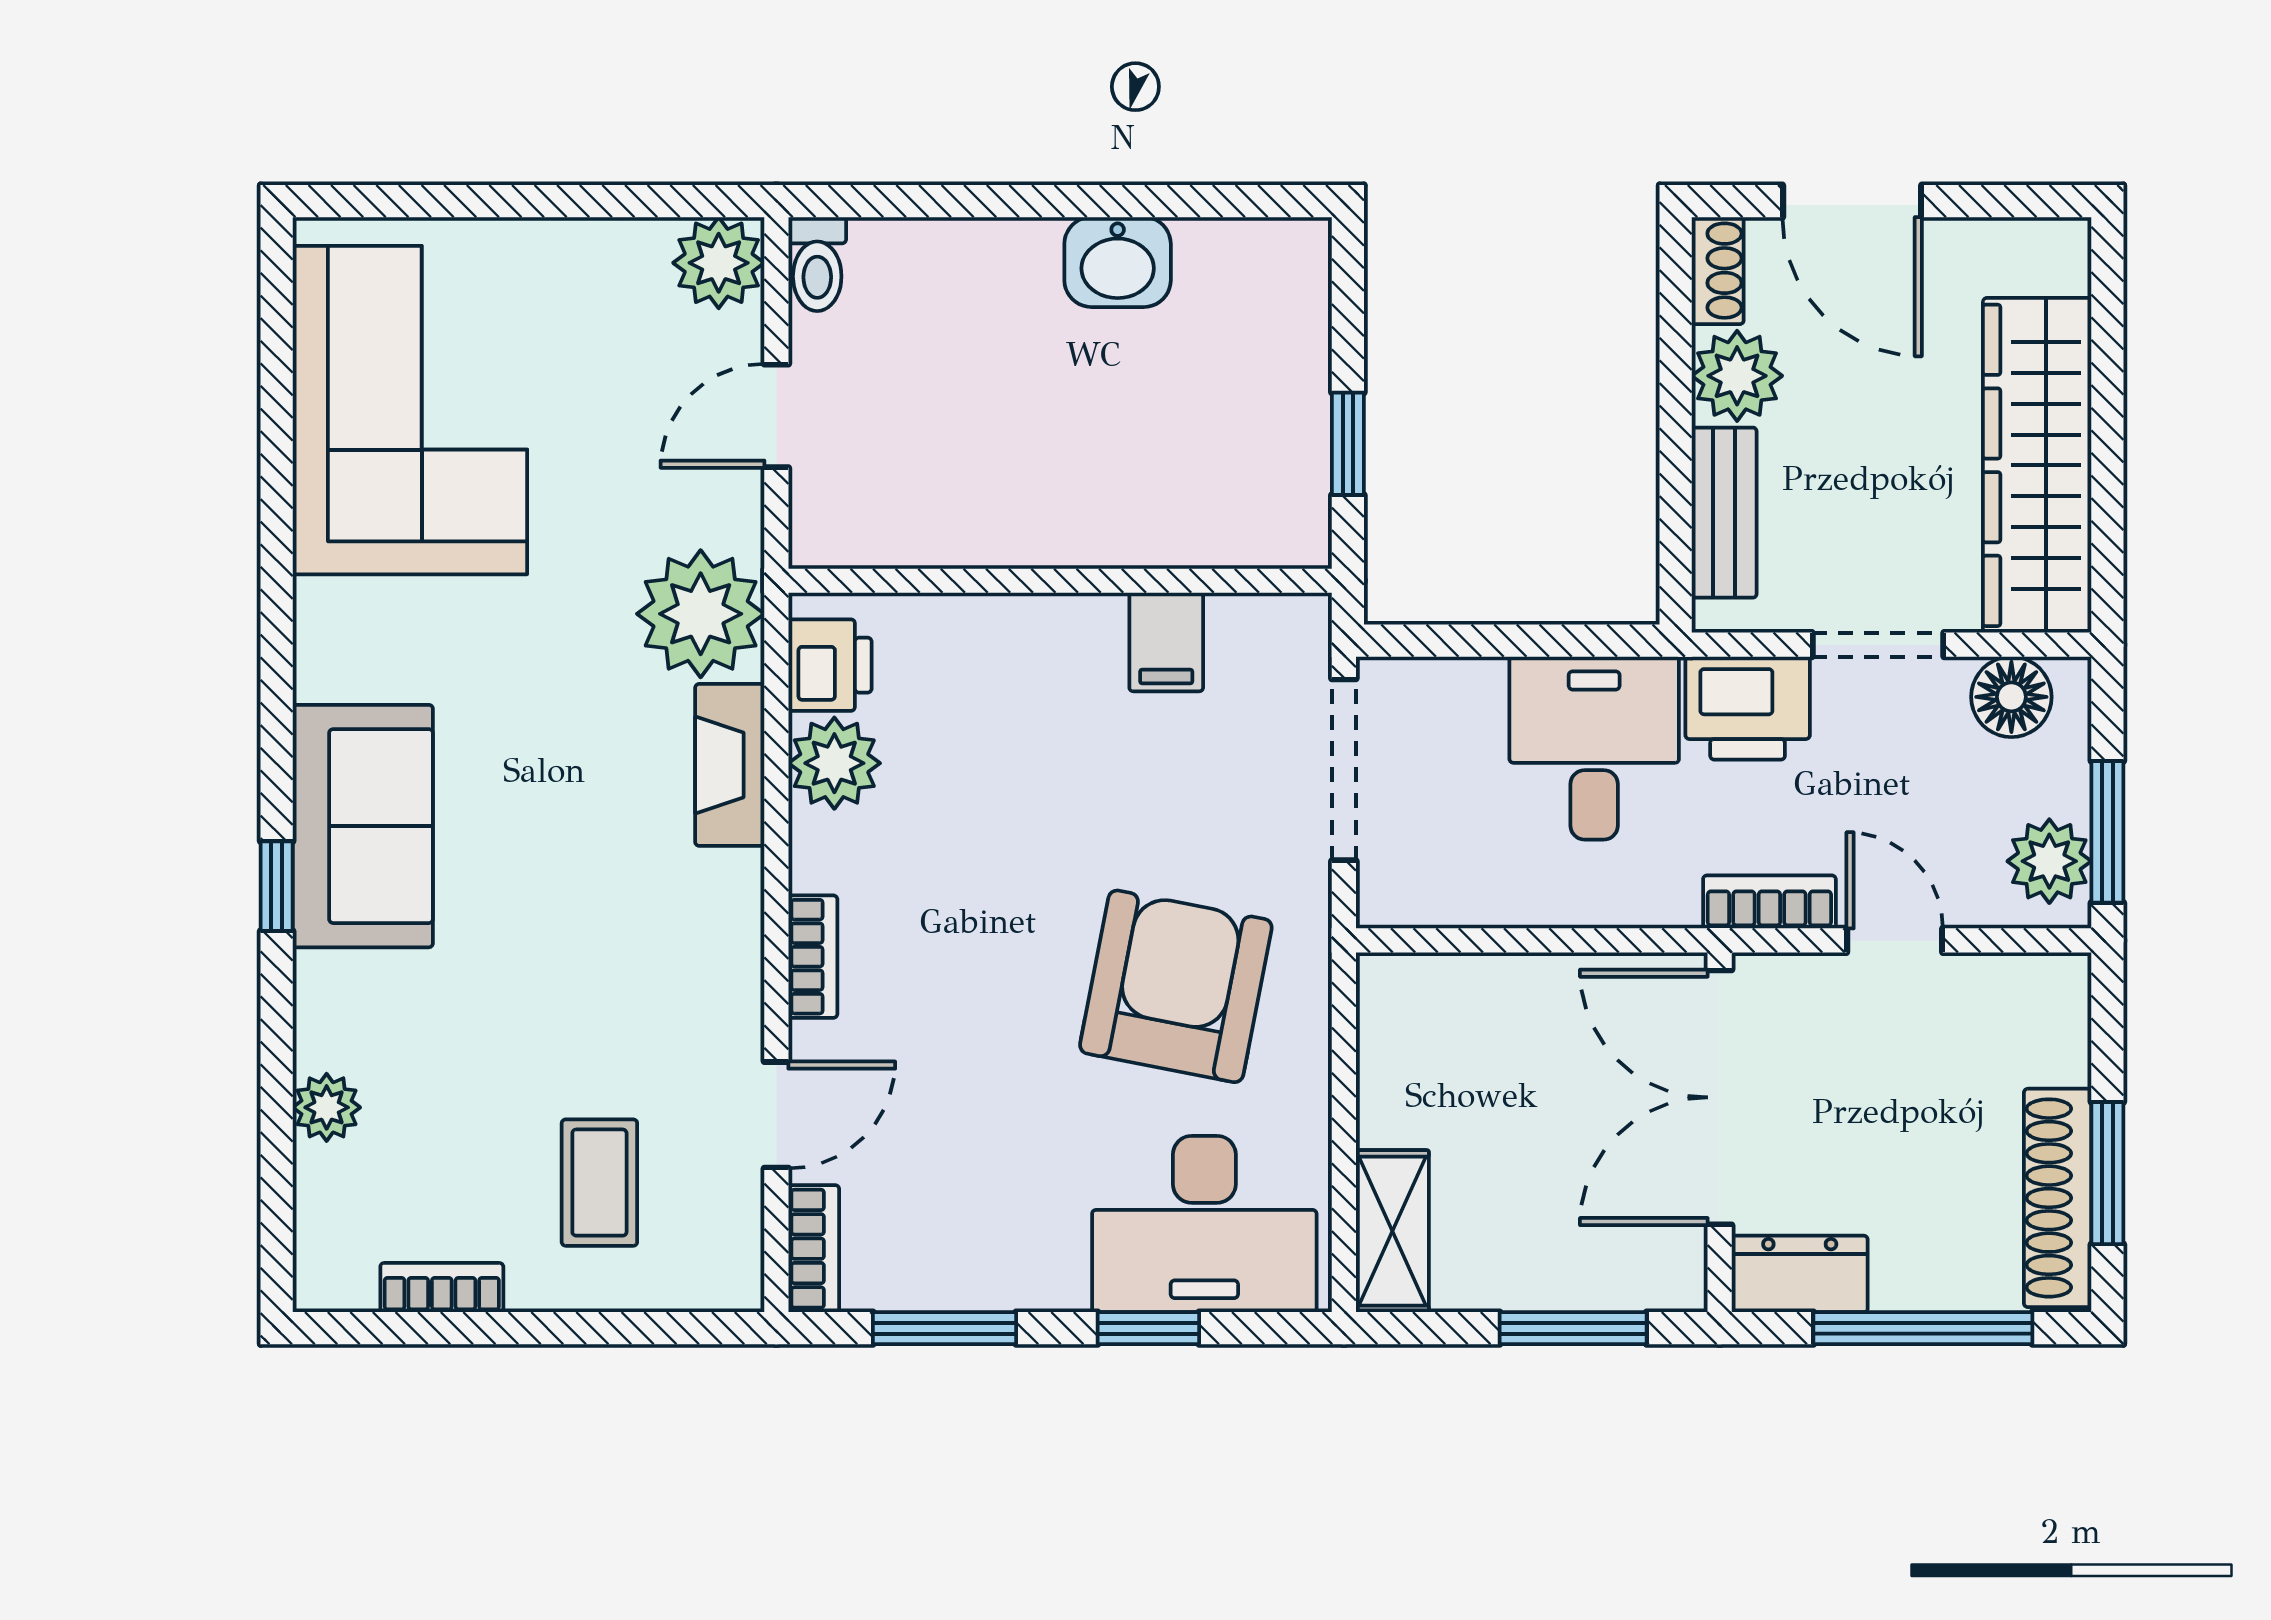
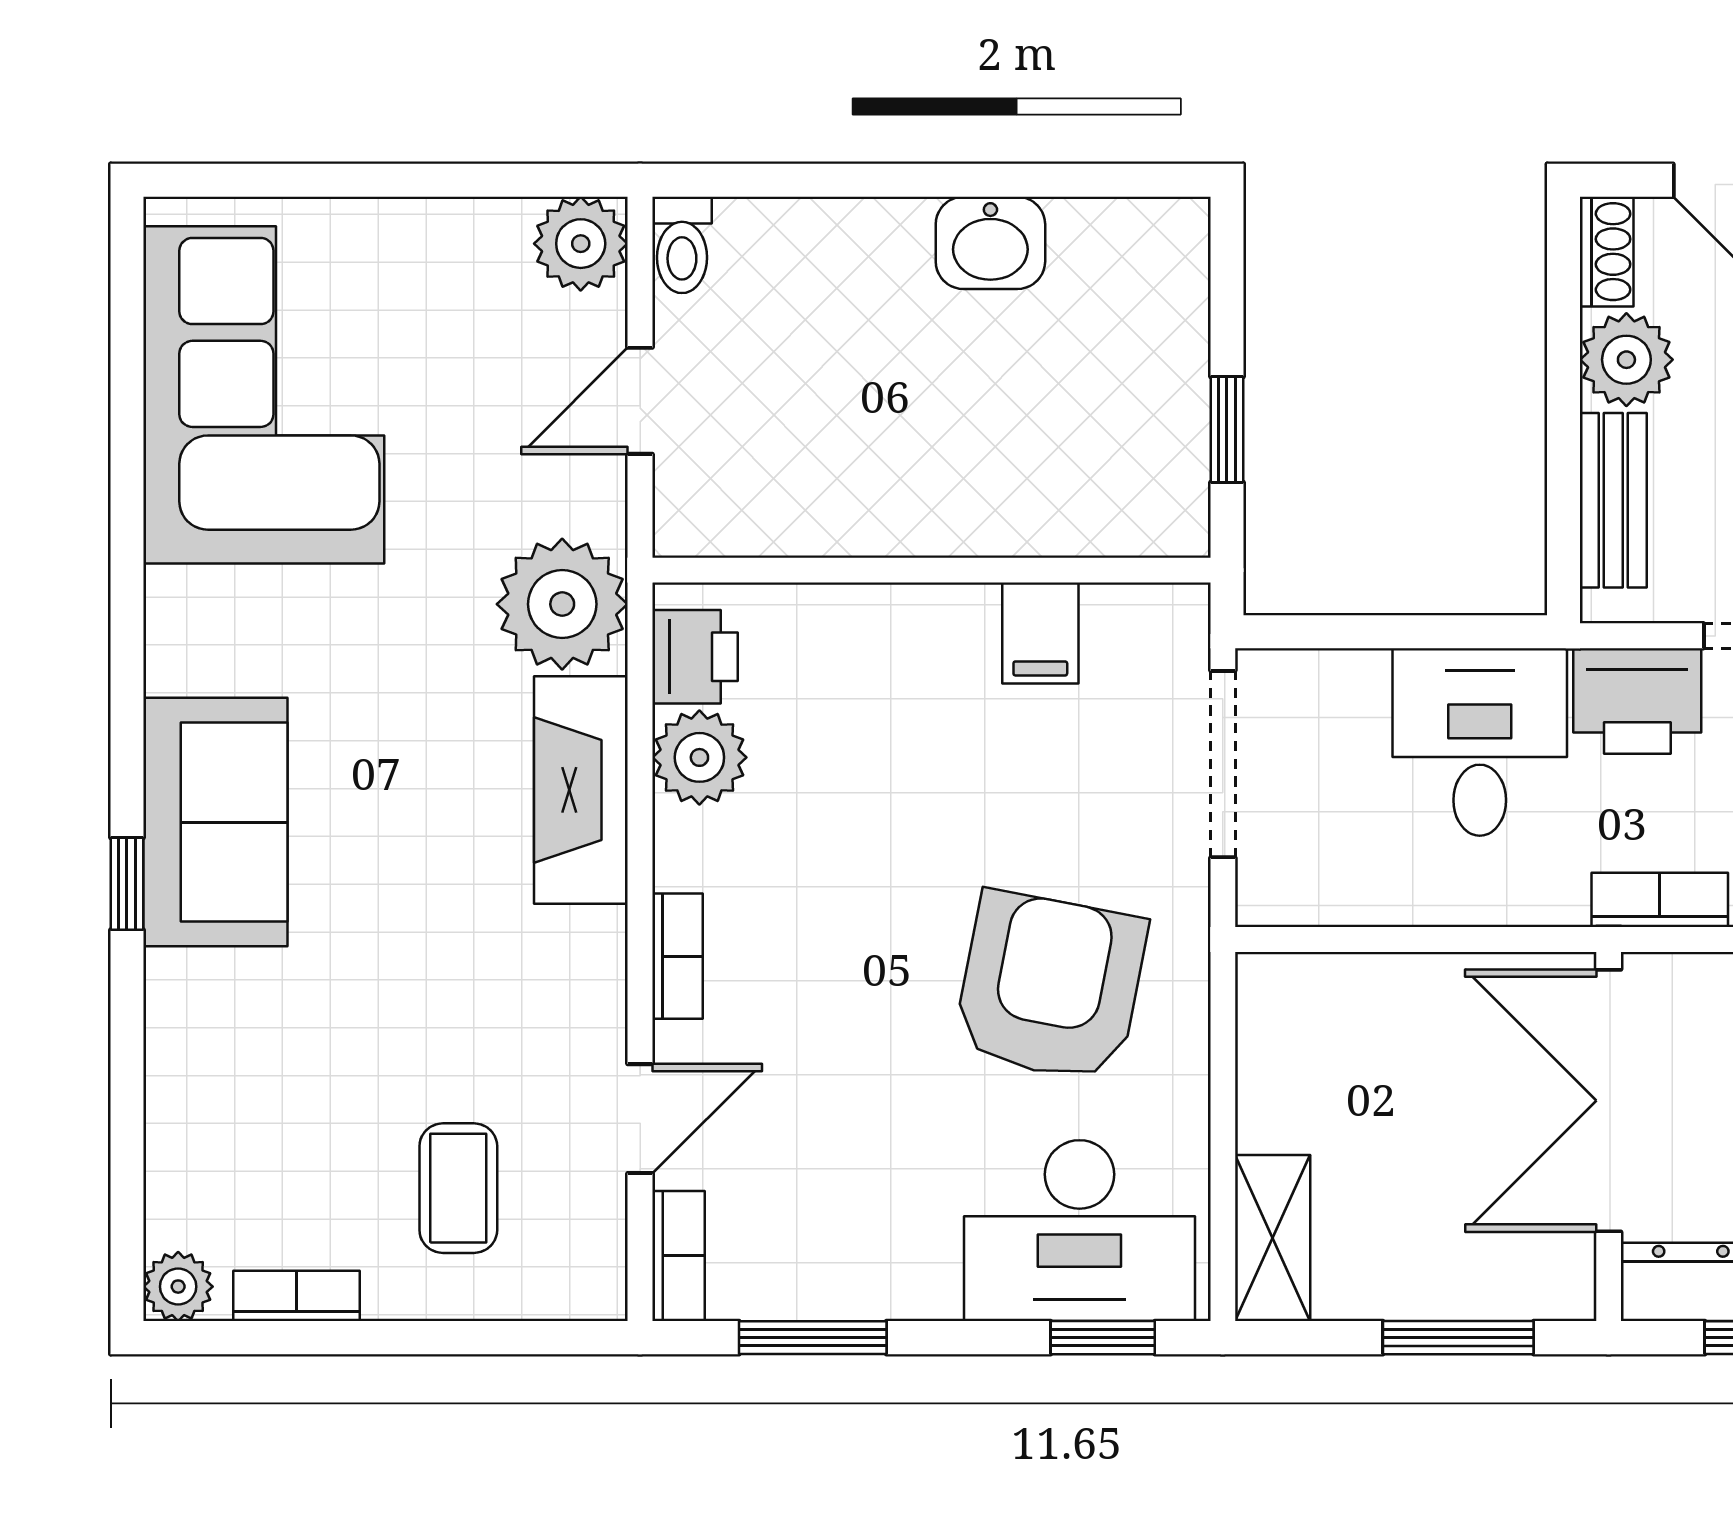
fireplace: (730, 765) -> (581, 790), width x1.37, depth x1.32
plant: (327, 1107) -> (178, 1287), moved
window: (1148, 1328) -> (1103, 1338), moved

